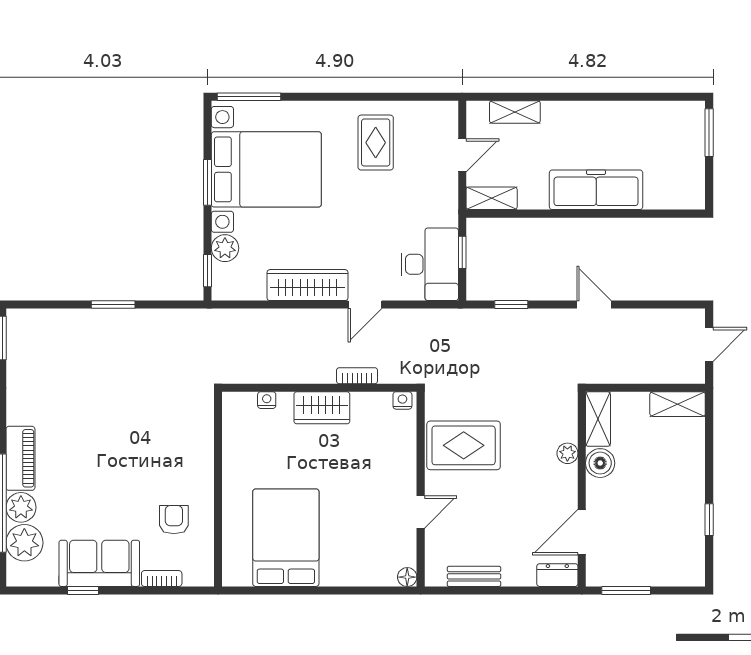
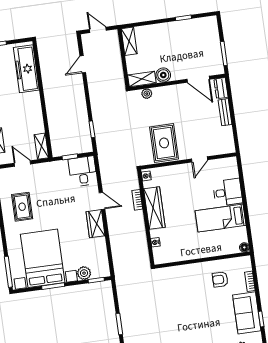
rug: (376, 143) -> (22, 207), turned 90
freezer: (596, 190) -> (26, 69), moved
desk: (430, 264) -> (83, 171), width x0.73
wardrobe: (307, 285) -> (96, 224), width x0.67
door: (594, 305) -> (83, 64), moved
wardrobe: (322, 408) -> (154, 208), width x1.50
plant: (567, 453) -> (147, 94), moved
door: (421, 512) -> (200, 159), swing flipped
bed: (286, 538) -> (221, 218), width x0.67
desk: (346, 559) -> (228, 192), added
bench: (474, 576) -> (225, 112), moved
floor lamp: (407, 577) -> (244, 247), moved

